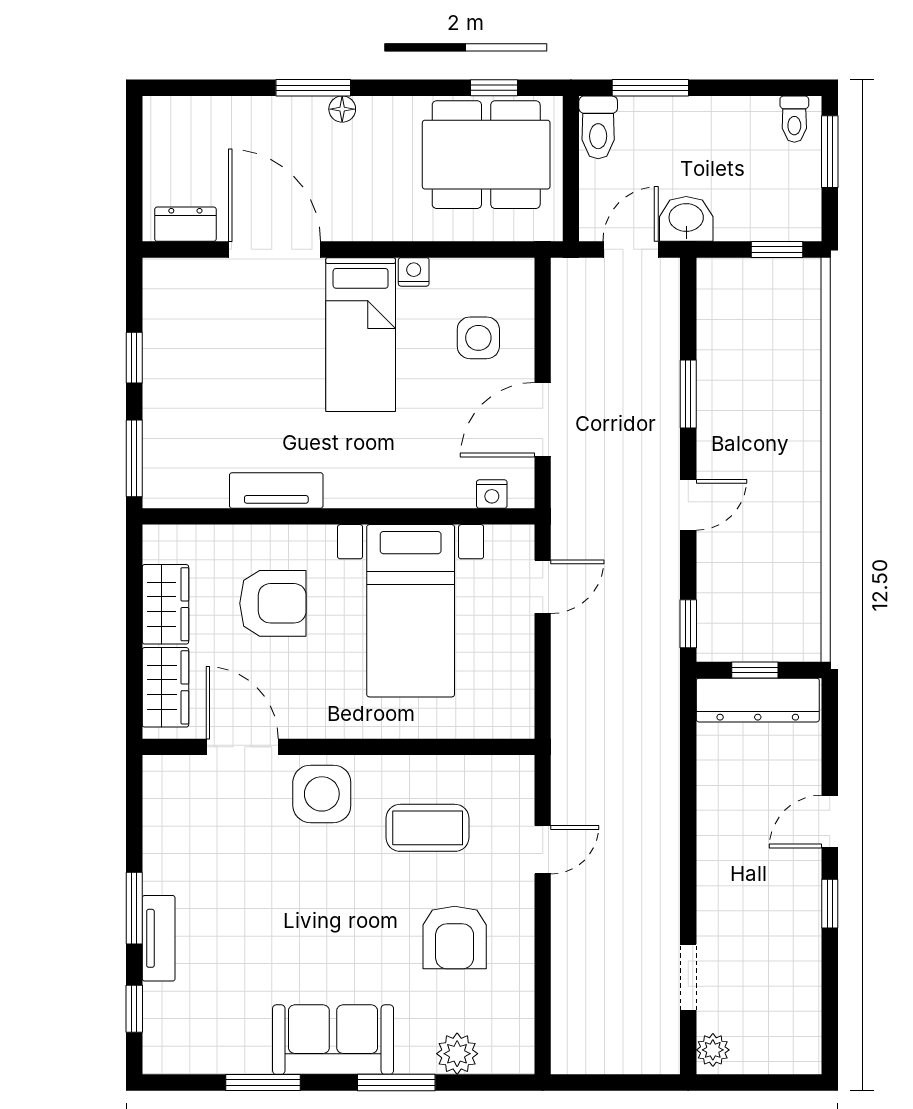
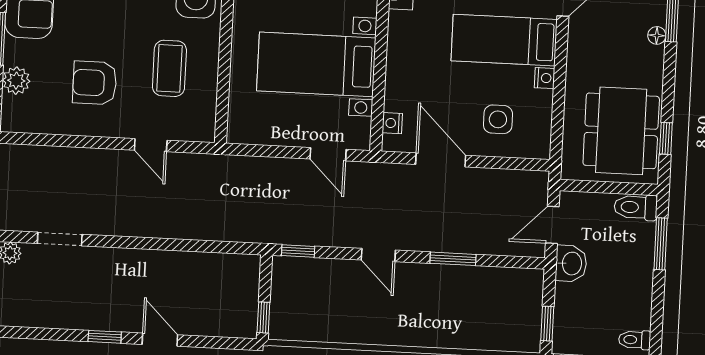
door: (631, 249) -> (552, 225), swing flipped
window: (755, 670) -> (263, 317), moved
dresser: (758, 700) -> (244, 295), removed

